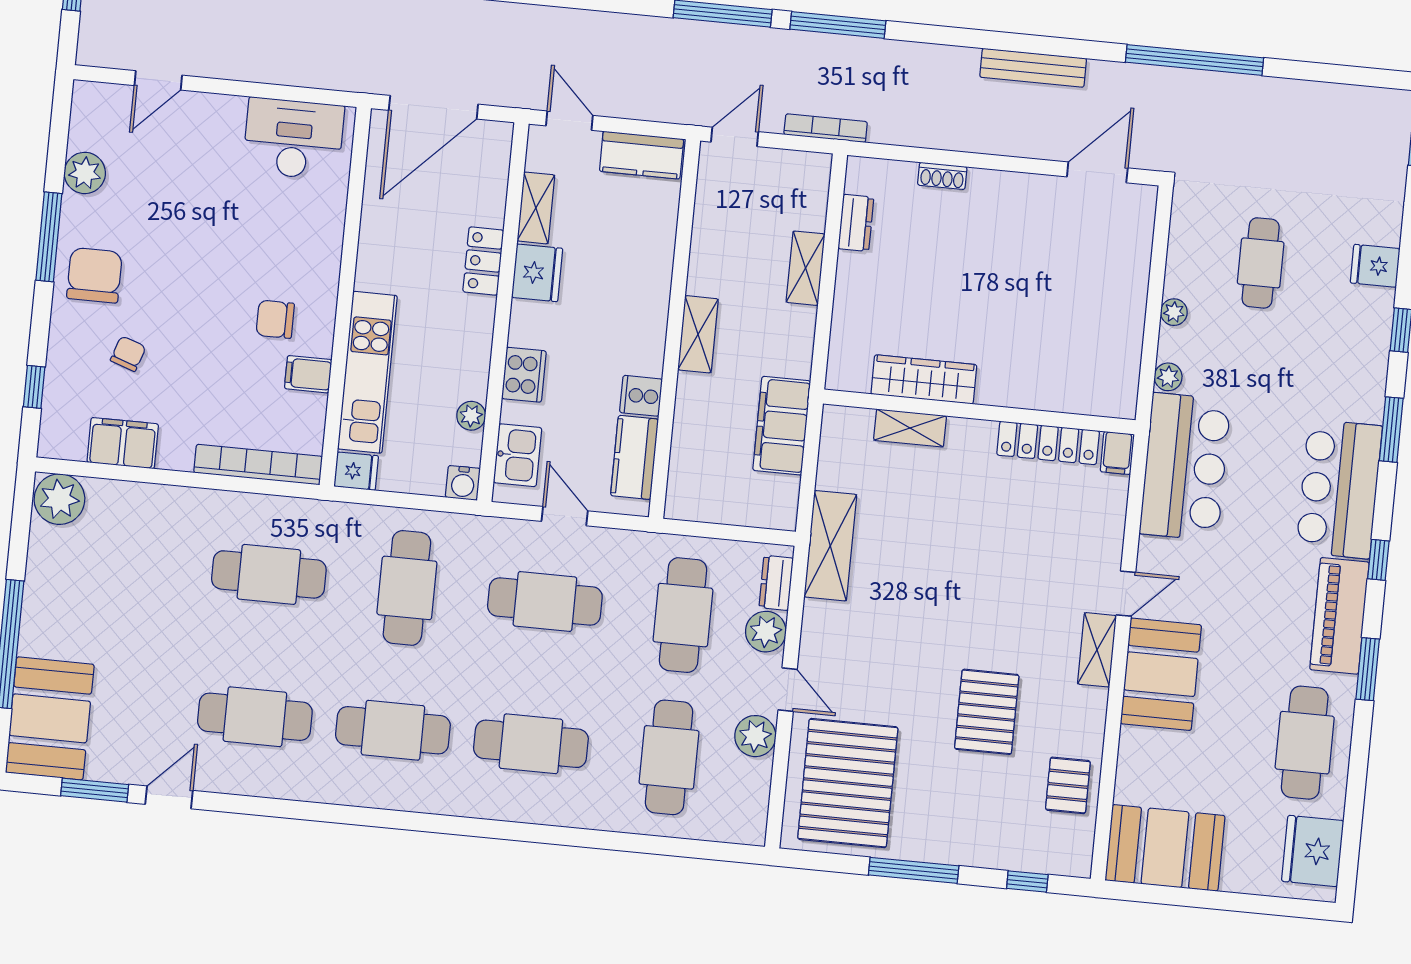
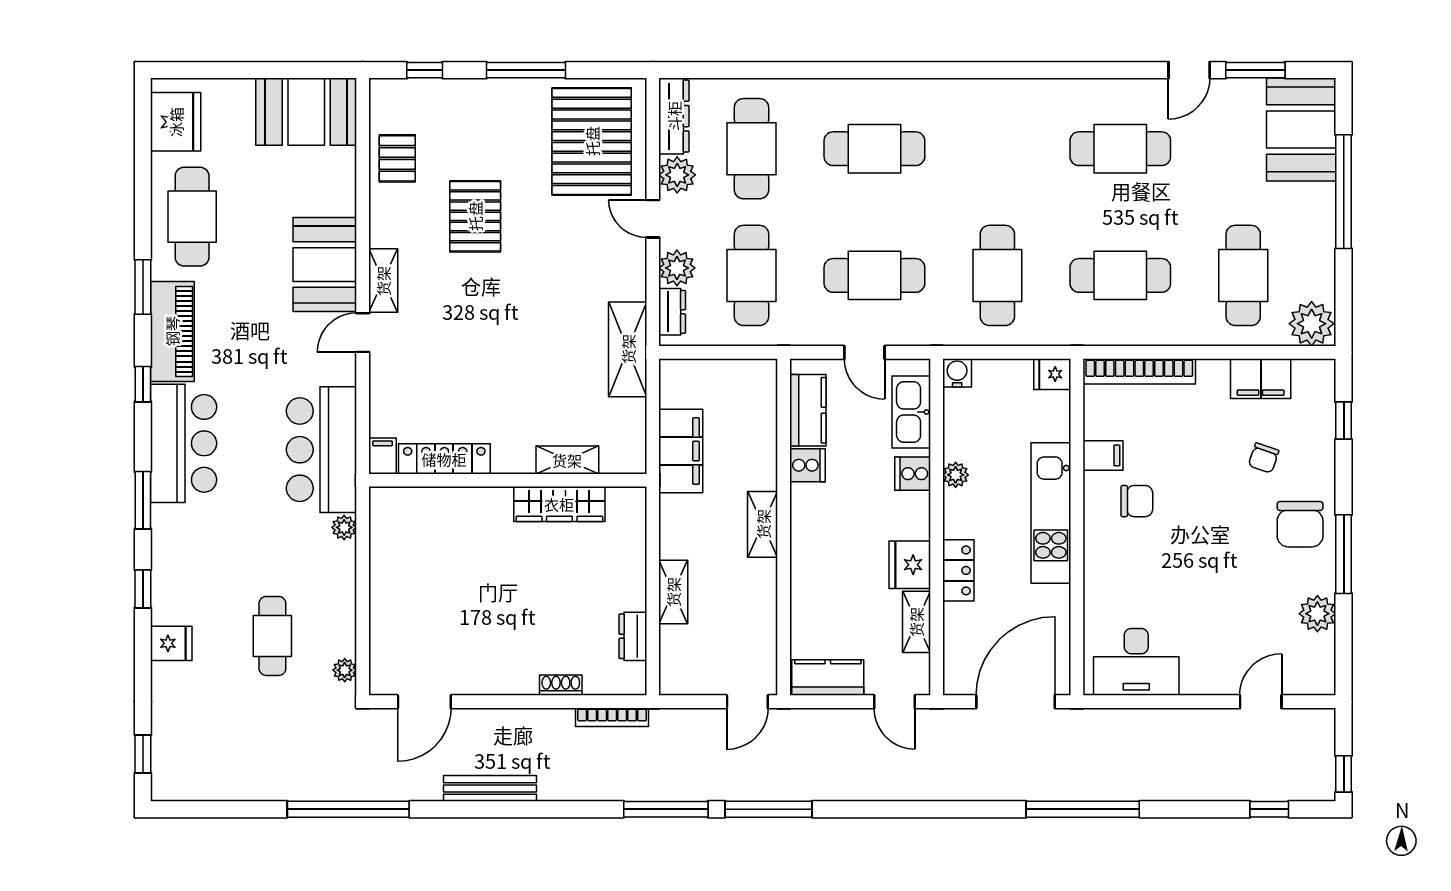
bookcase: (826, 128) -> (612, 717), moved
plant: (1174, 312) -> (345, 670), moved
kitchen unit: (367, 372) -> (1051, 513), moved
cooker: (524, 375) -> (913, 474), width x0.73
plant: (471, 416) -> (956, 475), moved
kitchen sink: (518, 455) -> (911, 412), width x1.38
cafe table: (393, 730) -> (1243, 275), moved, turned 90
dresser: (753, 803) -> (674, 116), added

